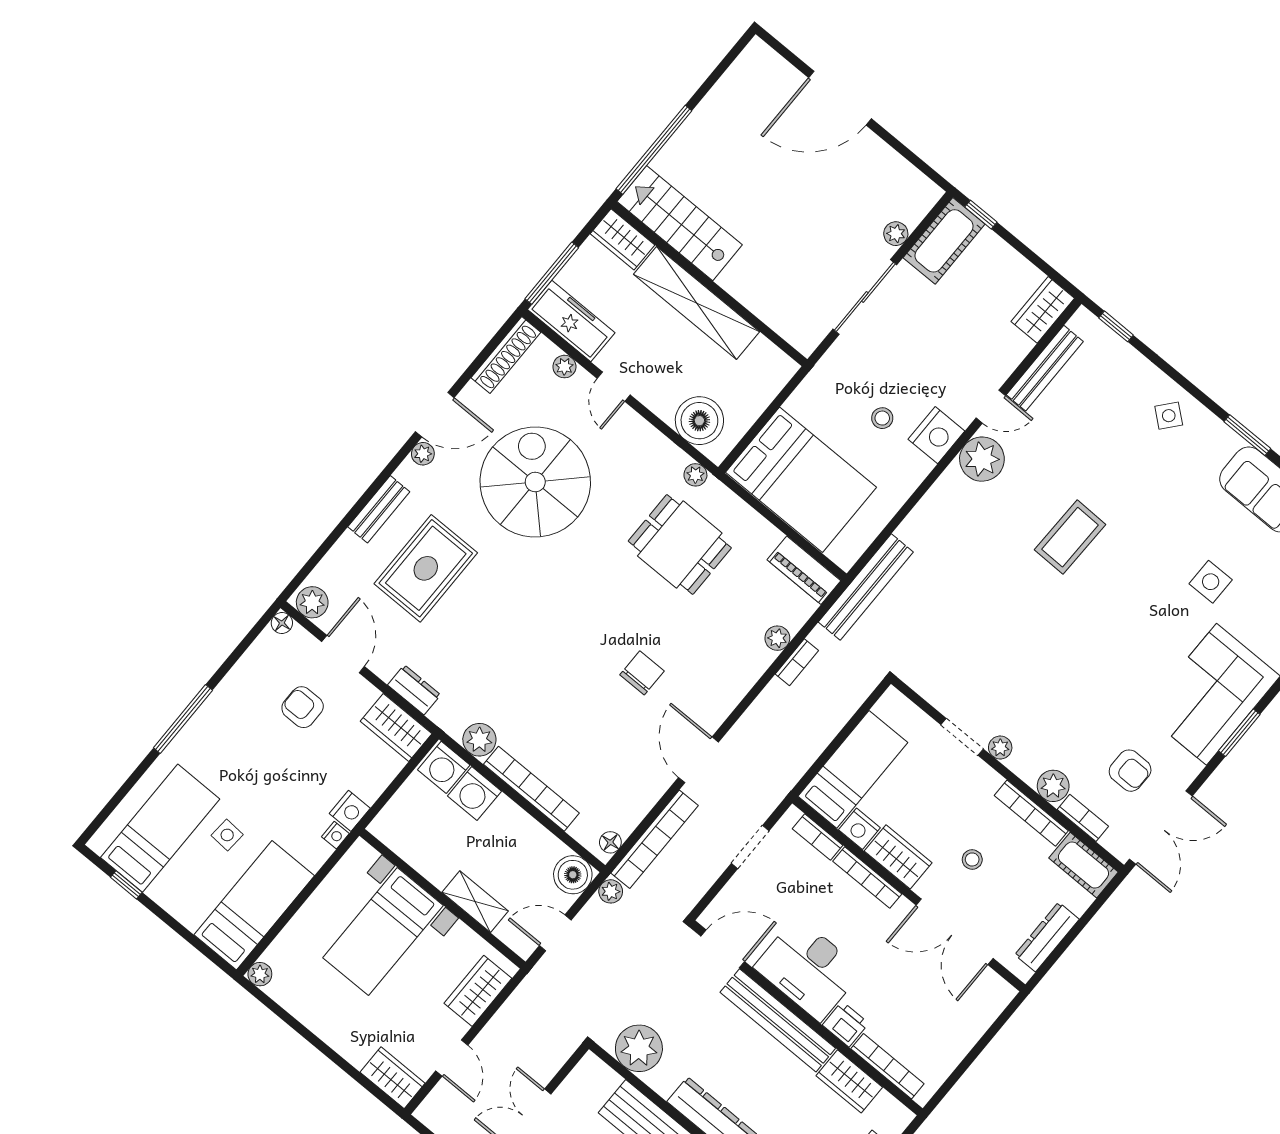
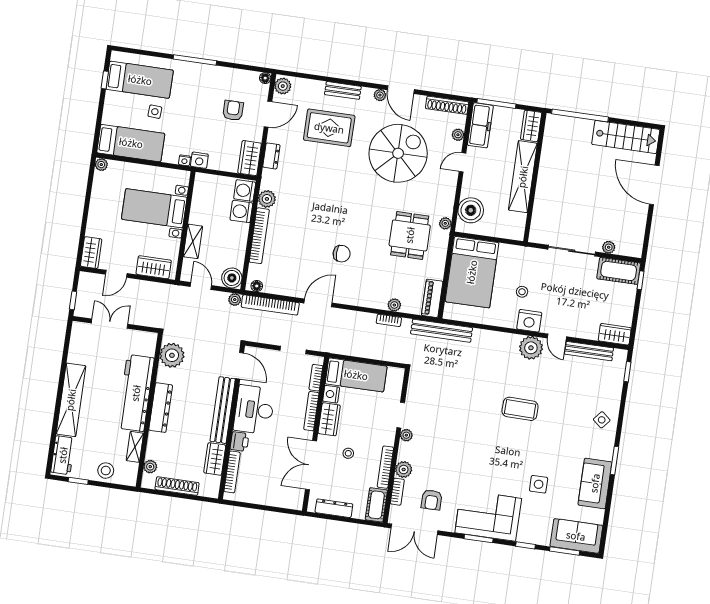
stairs: (680, 223) -> (626, 137), moved, turned 90

